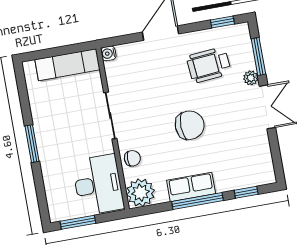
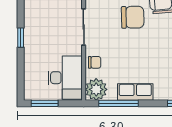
chair: (190, 125) -> (133, 17), moved
window: (32, 144) -> (21, 38), width x0.67
window: (198, 201) -> (119, 103), moved

